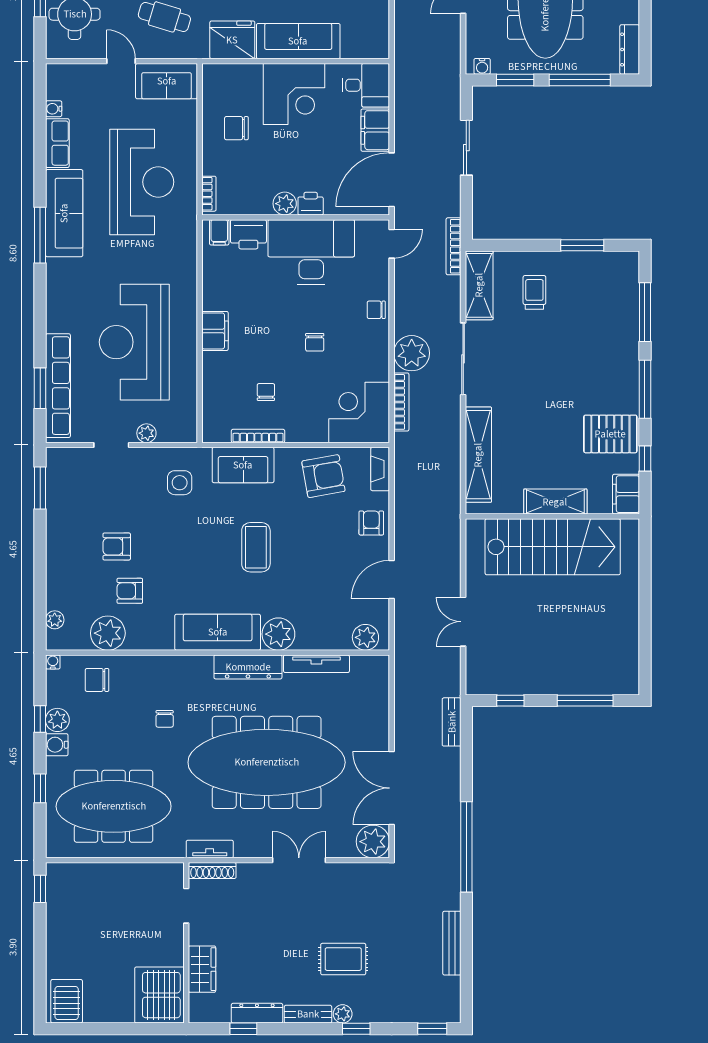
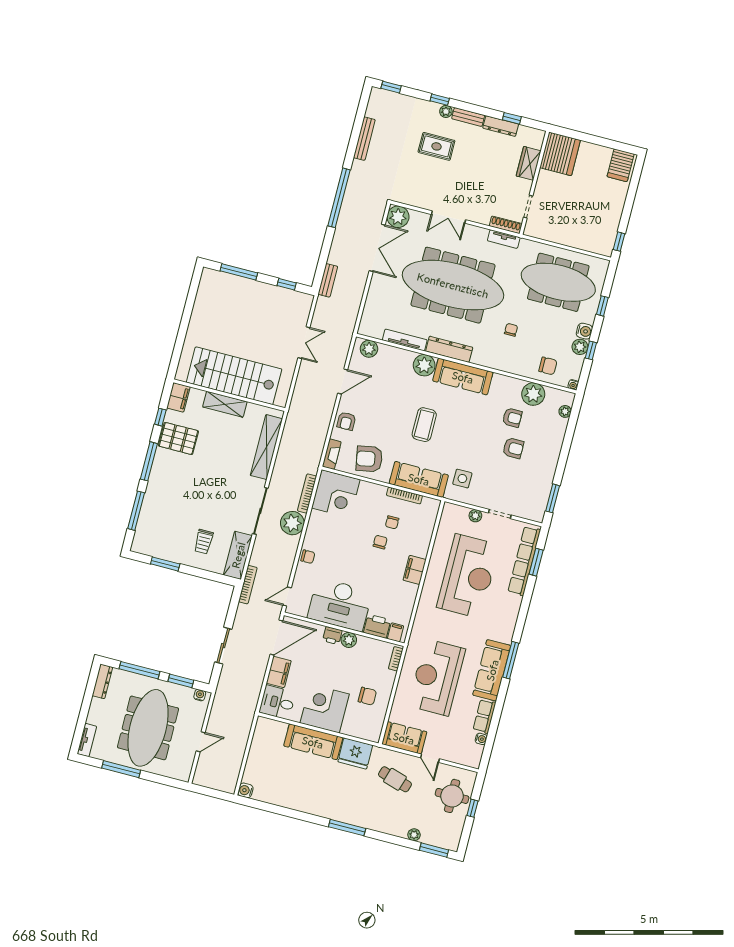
chair: (315, 342) -> (380, 542), moved
sofa: (243, 465) -> (419, 479), width x1.36

